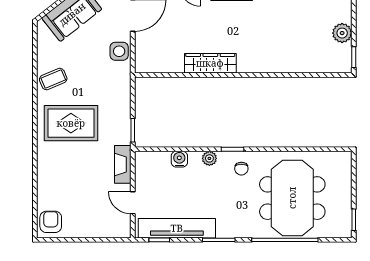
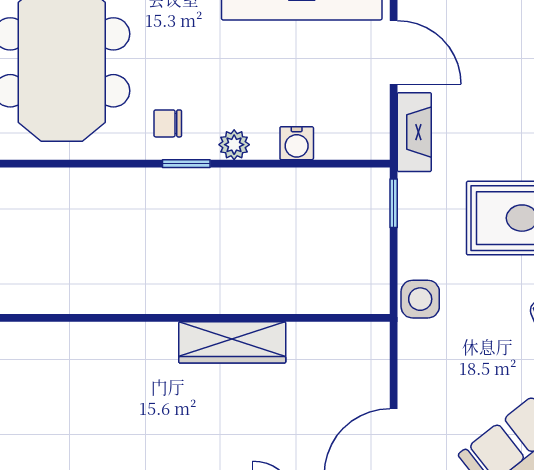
side table: (119, 51) -> (420, 299), moved
chair: (241, 169) -> (168, 123), turned -90
door: (133, 203) -> (394, 52), width x1.38

